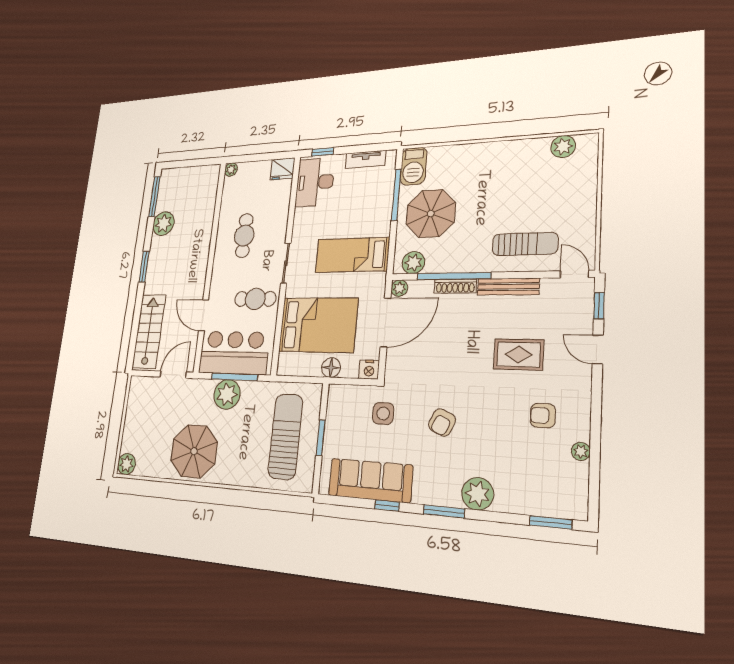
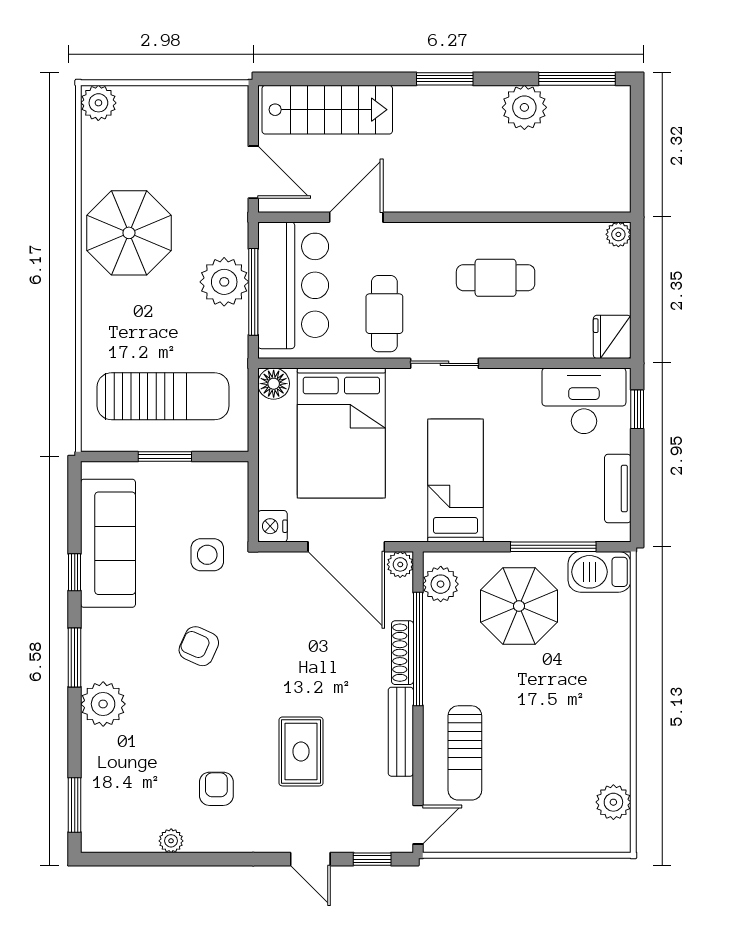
door: (598, 350) -> (310, 859), swing flipped
floor lamp: (331, 368) -> (274, 384), moved

